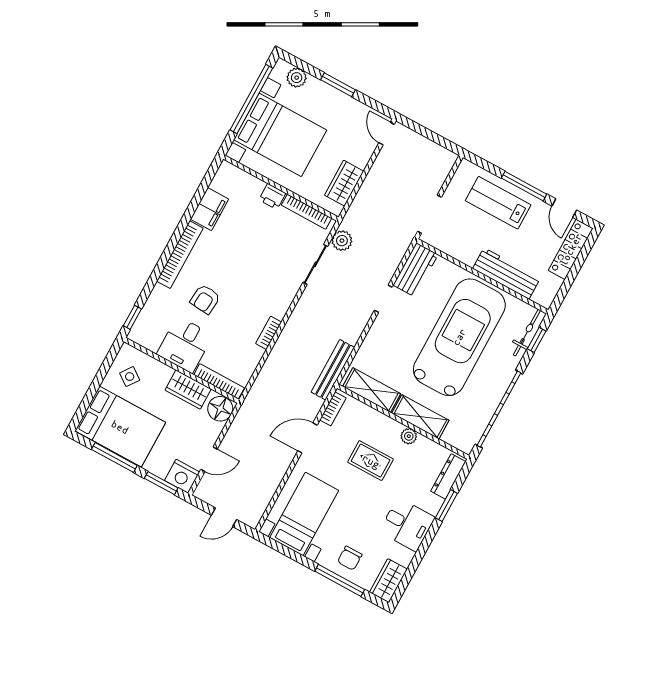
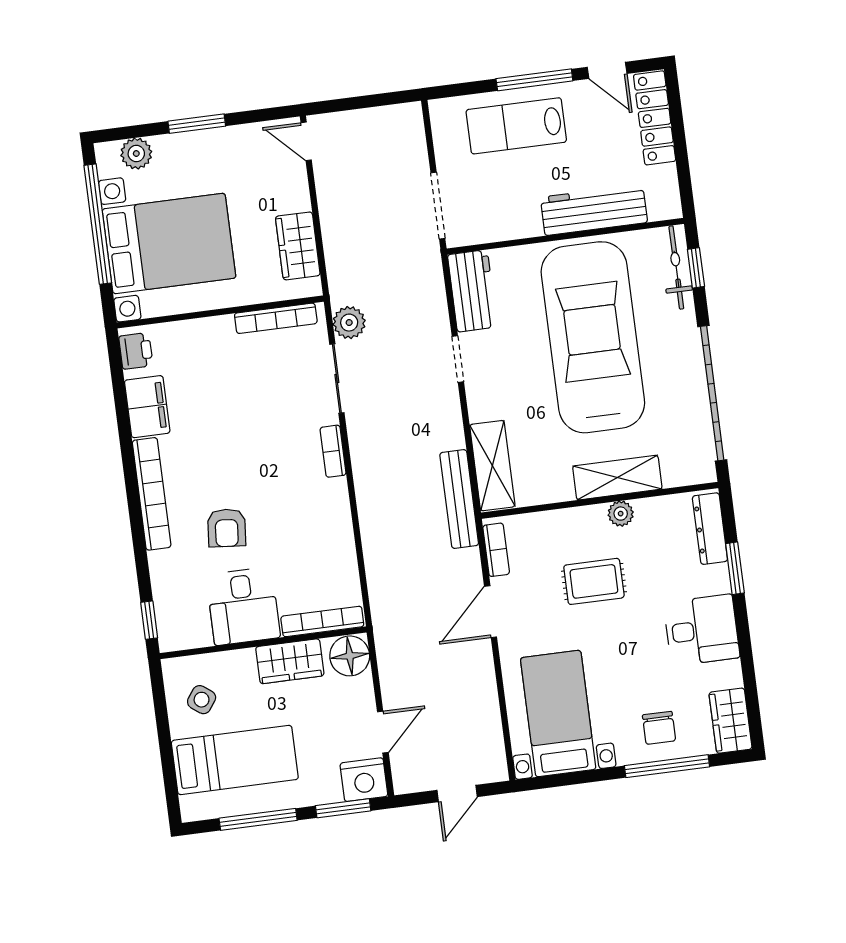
printer: (272, 196) -> (136, 351), moved, turned -90
bookcase: (269, 333) -> (333, 451), moved
shelving: (372, 390) -> (492, 466), moved, turned 90
bed: (120, 427) -> (235, 760), width x0.67

